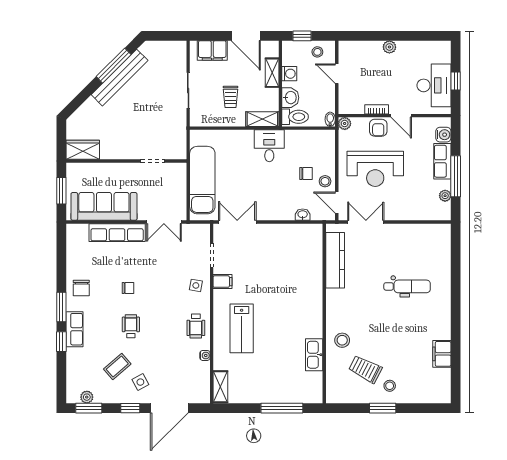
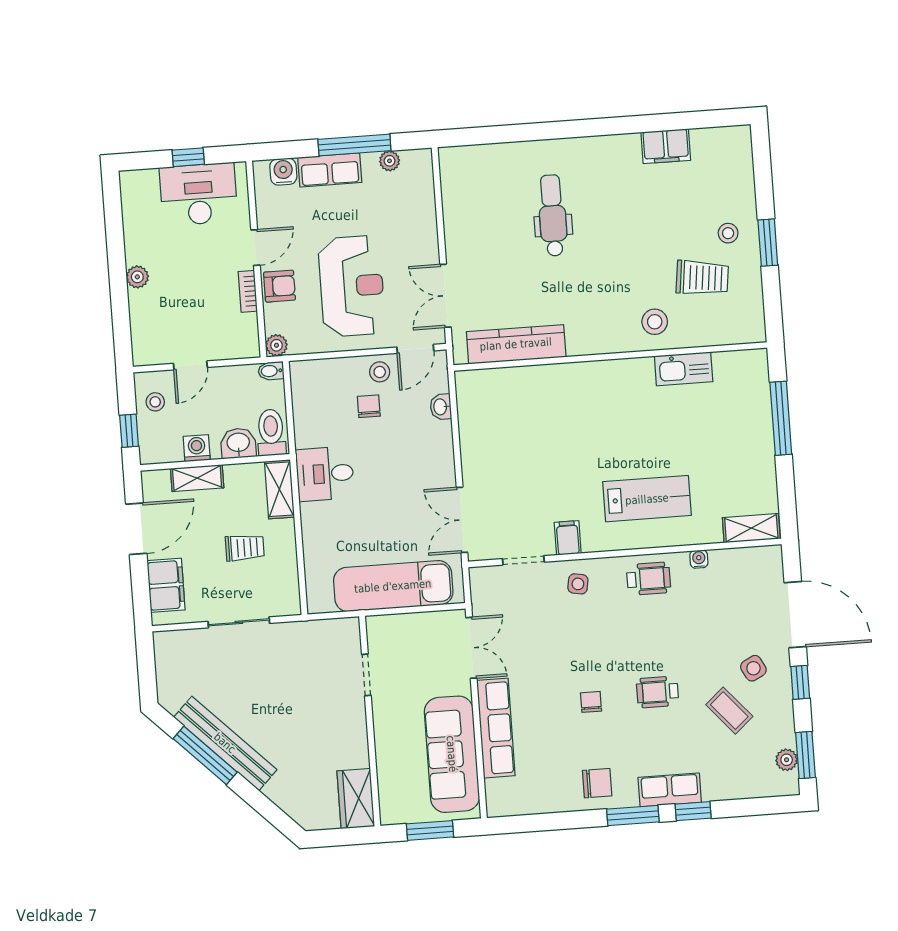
trolley: (365, 369) -> (702, 278), turned -110

